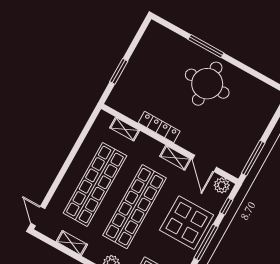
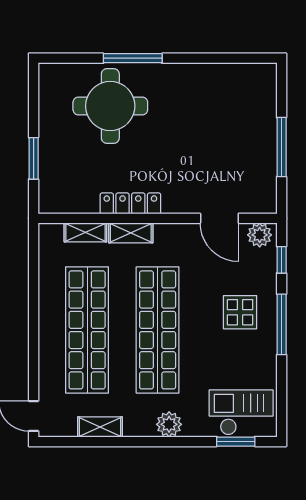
round table: (207, 84) -> (110, 106), moved
shelving: (175, 158) -> (131, 233), moved
window: (253, 158) -> (282, 147), moved
display table: (186, 223) -> (240, 312), width x0.54, depth x0.54

